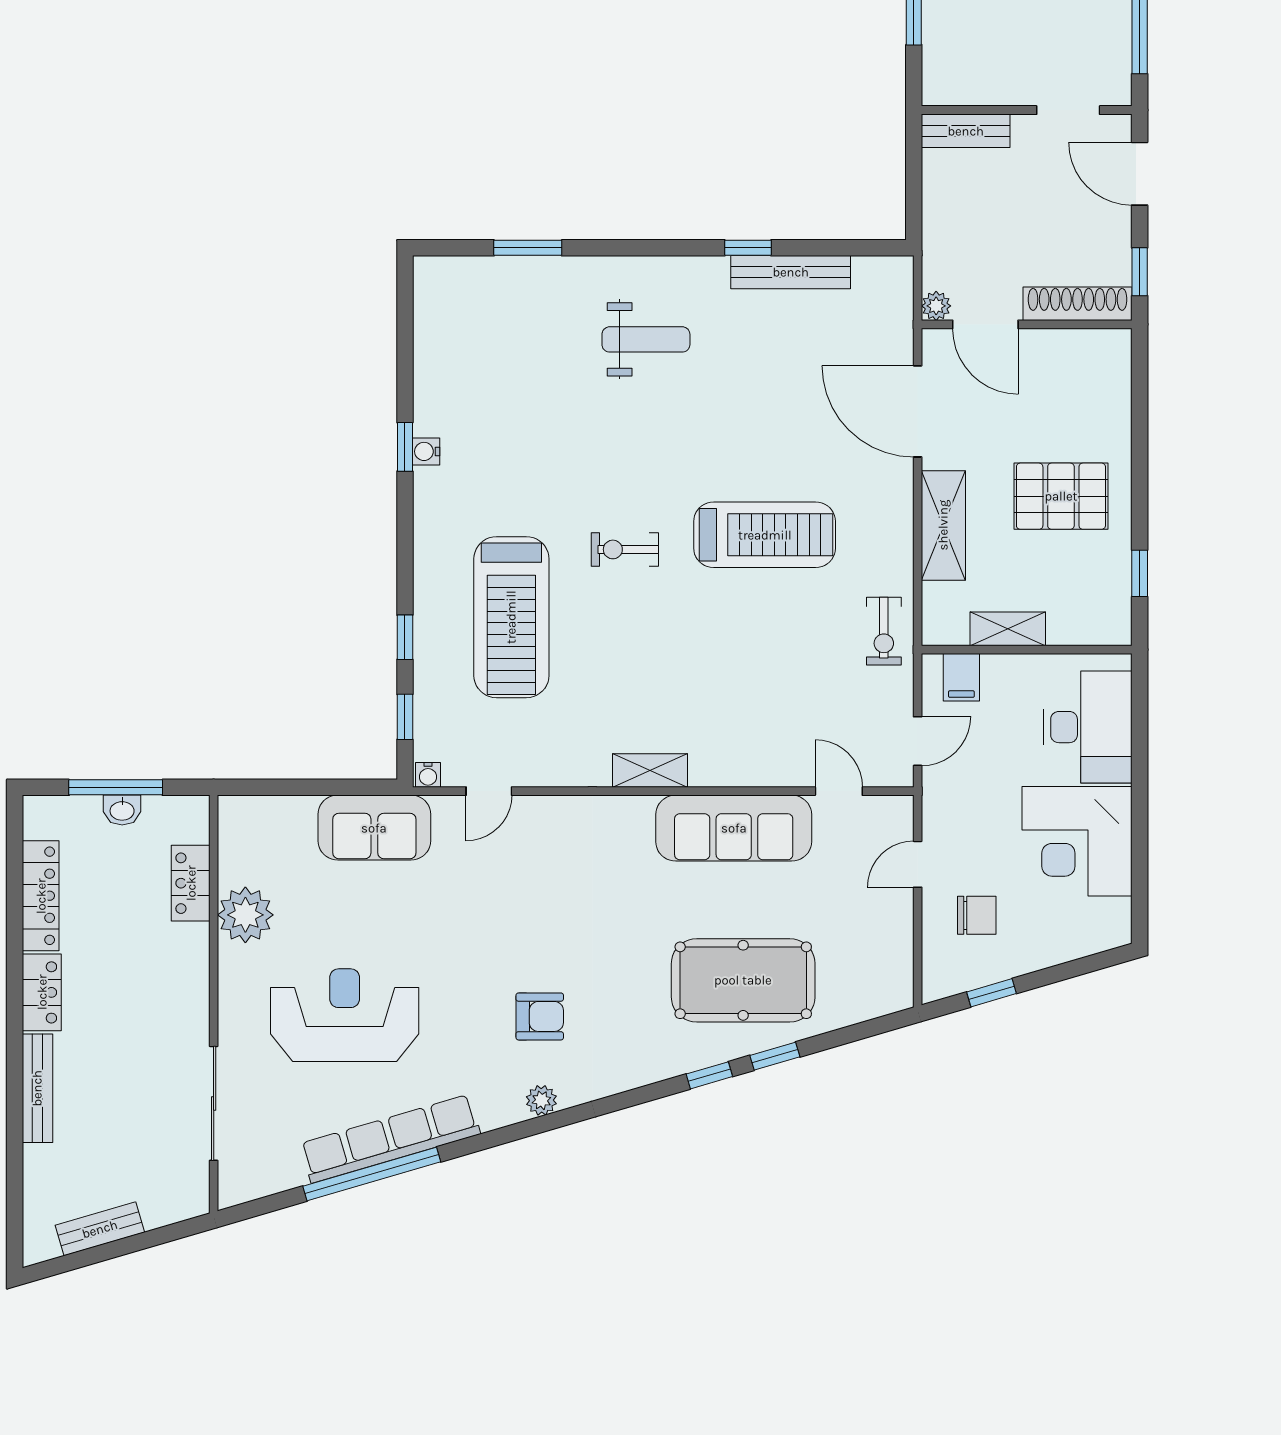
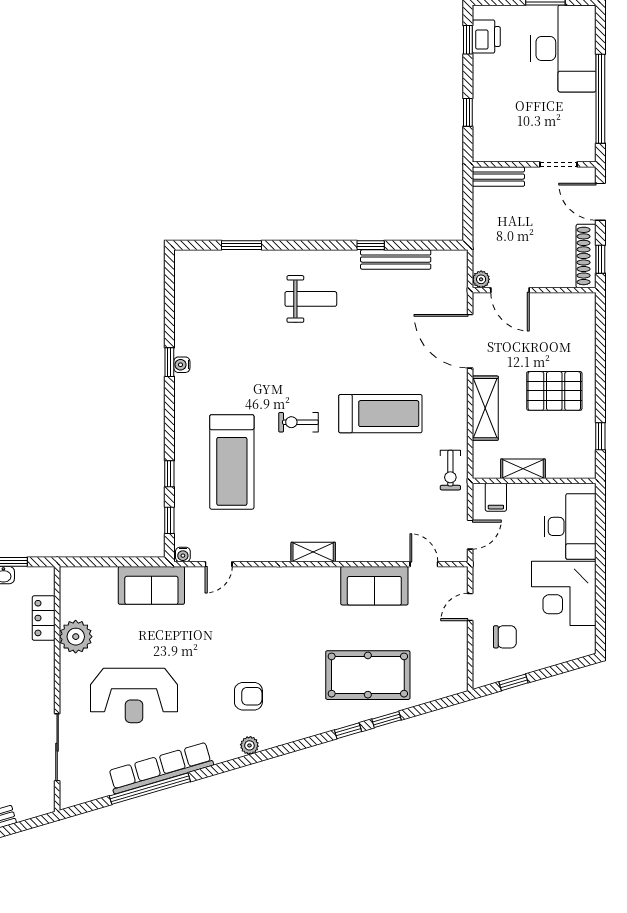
shoe rack: (1078, 304) -> (586, 256), moved, turned -90
sofa: (734, 828) -> (374, 586), width x0.73
reception desk: (345, 1015) -> (134, 695), turned 180

